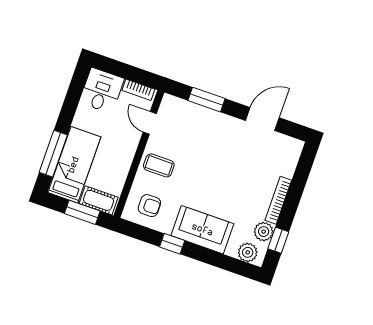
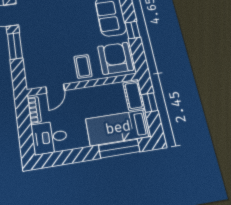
window: (207, 100) -> (15, 46), moved
armchair: (149, 206) -> (115, 58), width x1.88, depth x1.88
window: (82, 212) -> (150, 103), width x0.67

